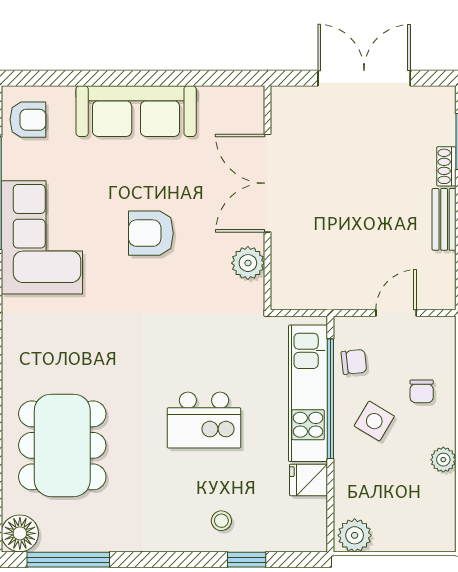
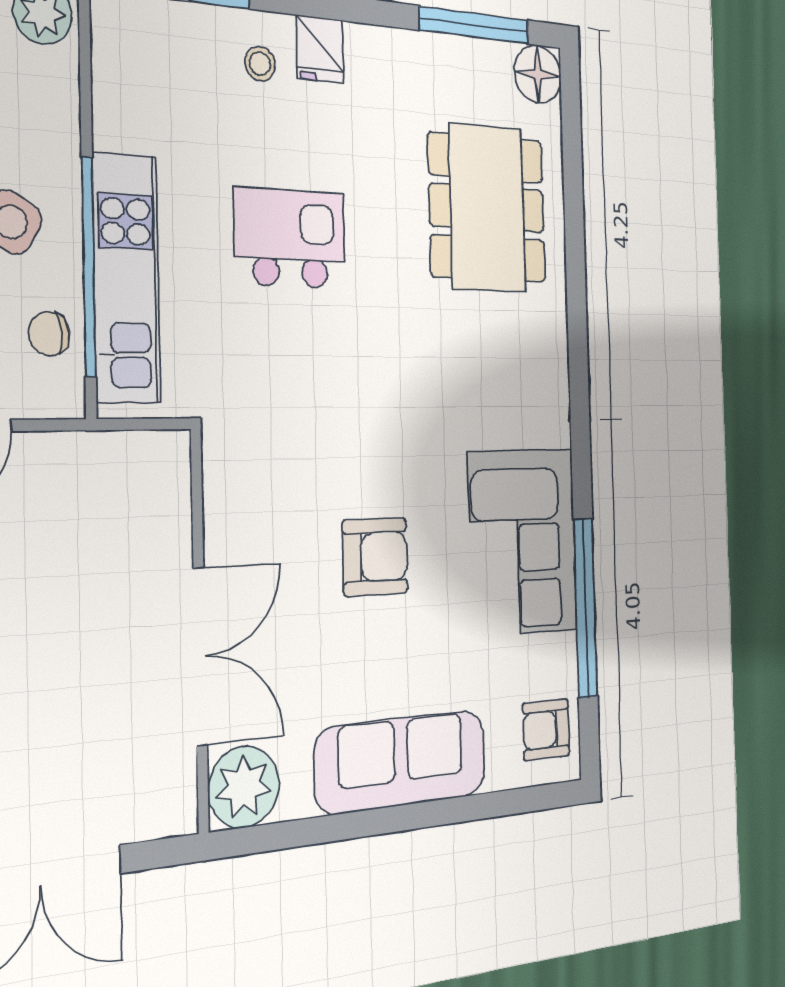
plant: (248, 263) -> (244, 787), moved, width x1.36, depth x1.36
fridge: (308, 480) -> (320, 49), moved, turned 90

